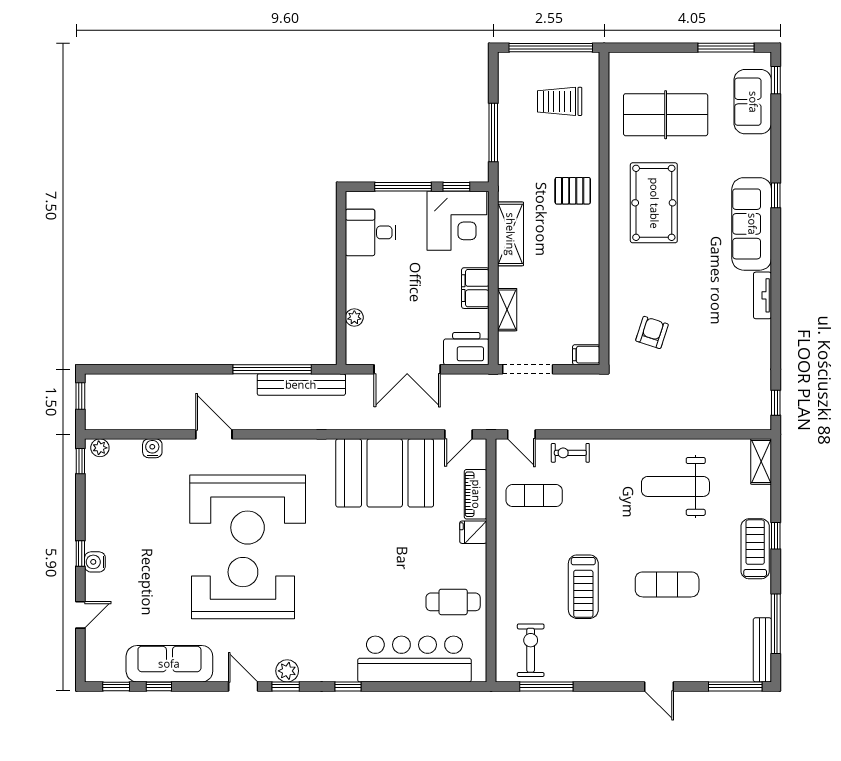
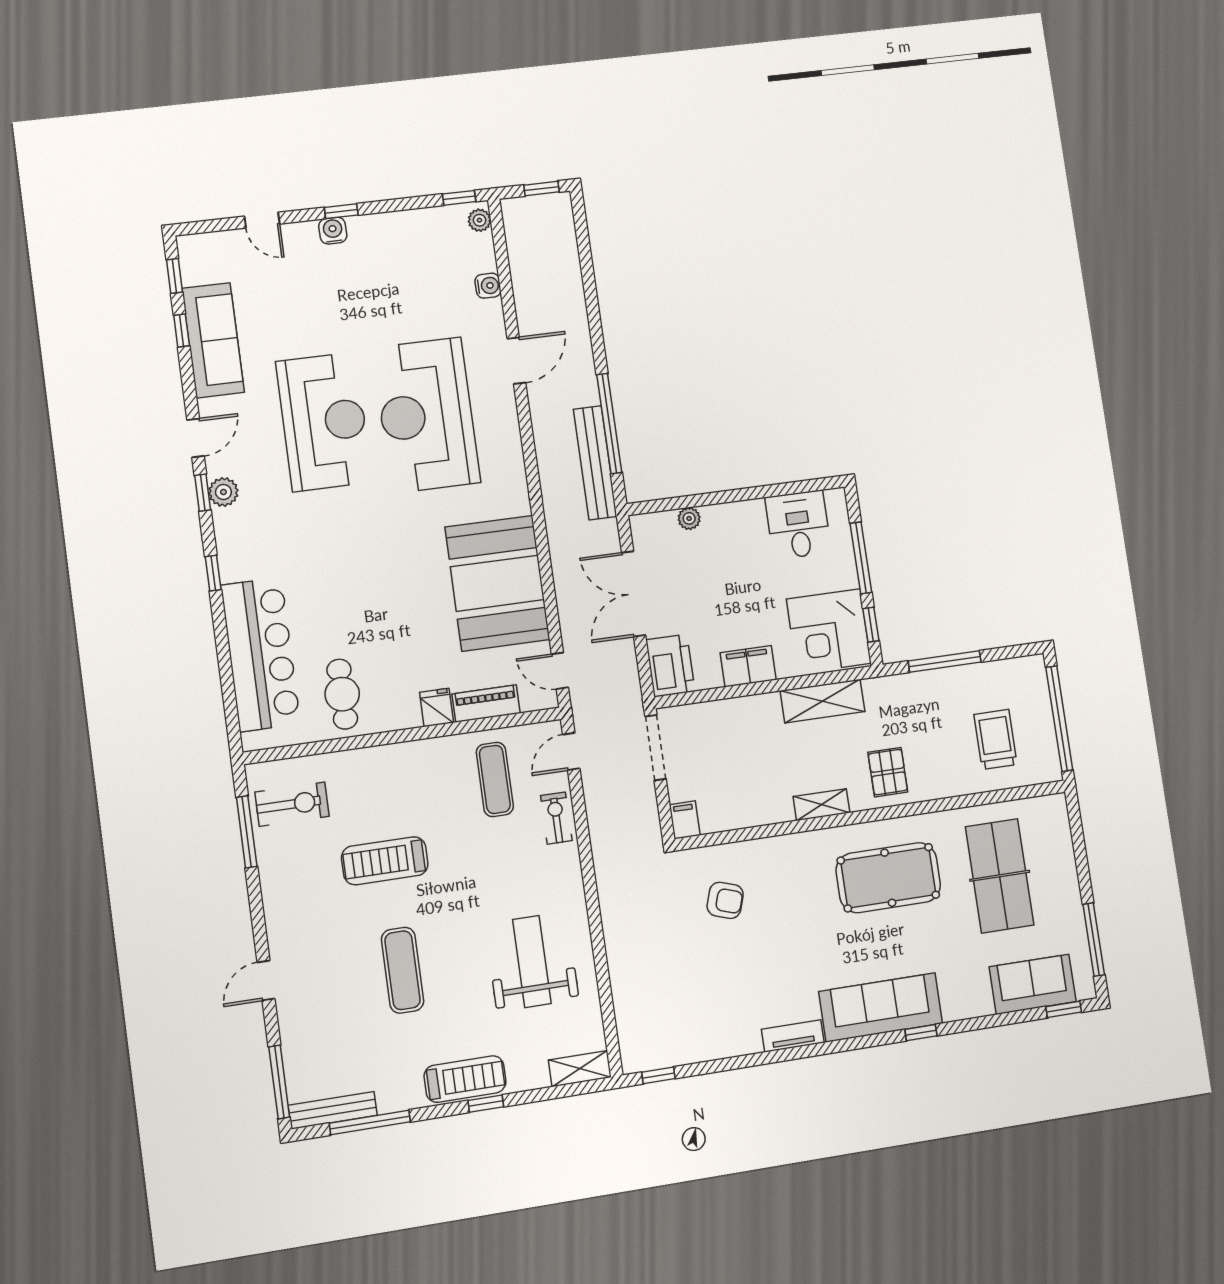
shelving: (507, 310) -> (821, 805), moved

